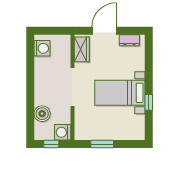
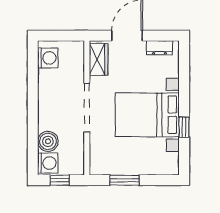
bed with nightstands: (120, 93) -> (147, 115), width x1.36
washing machine: (63, 132) -> (48, 163), moved, turned 180

